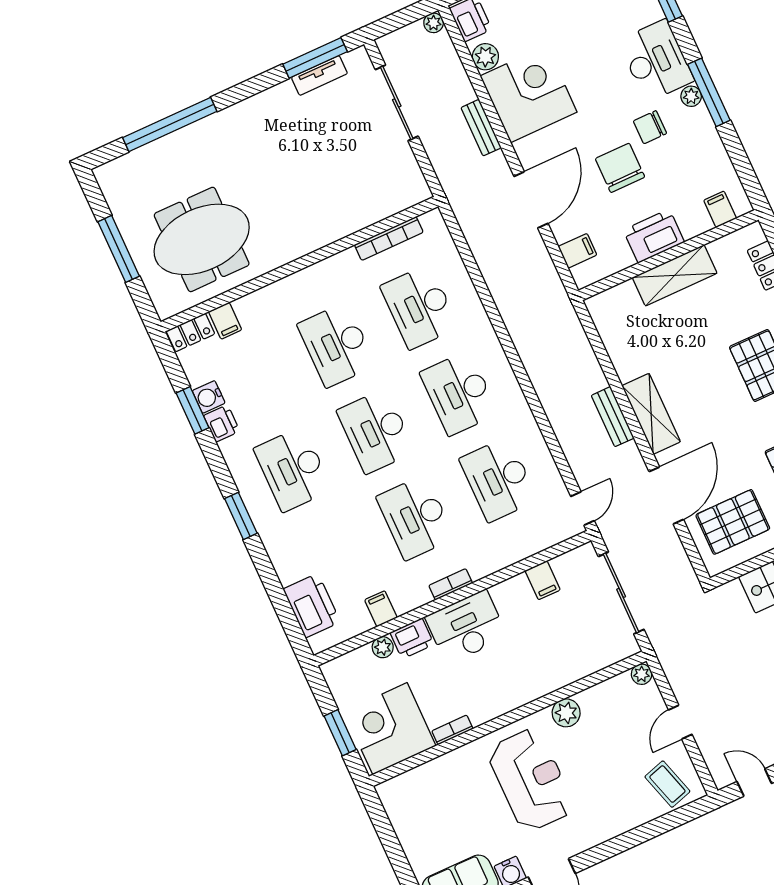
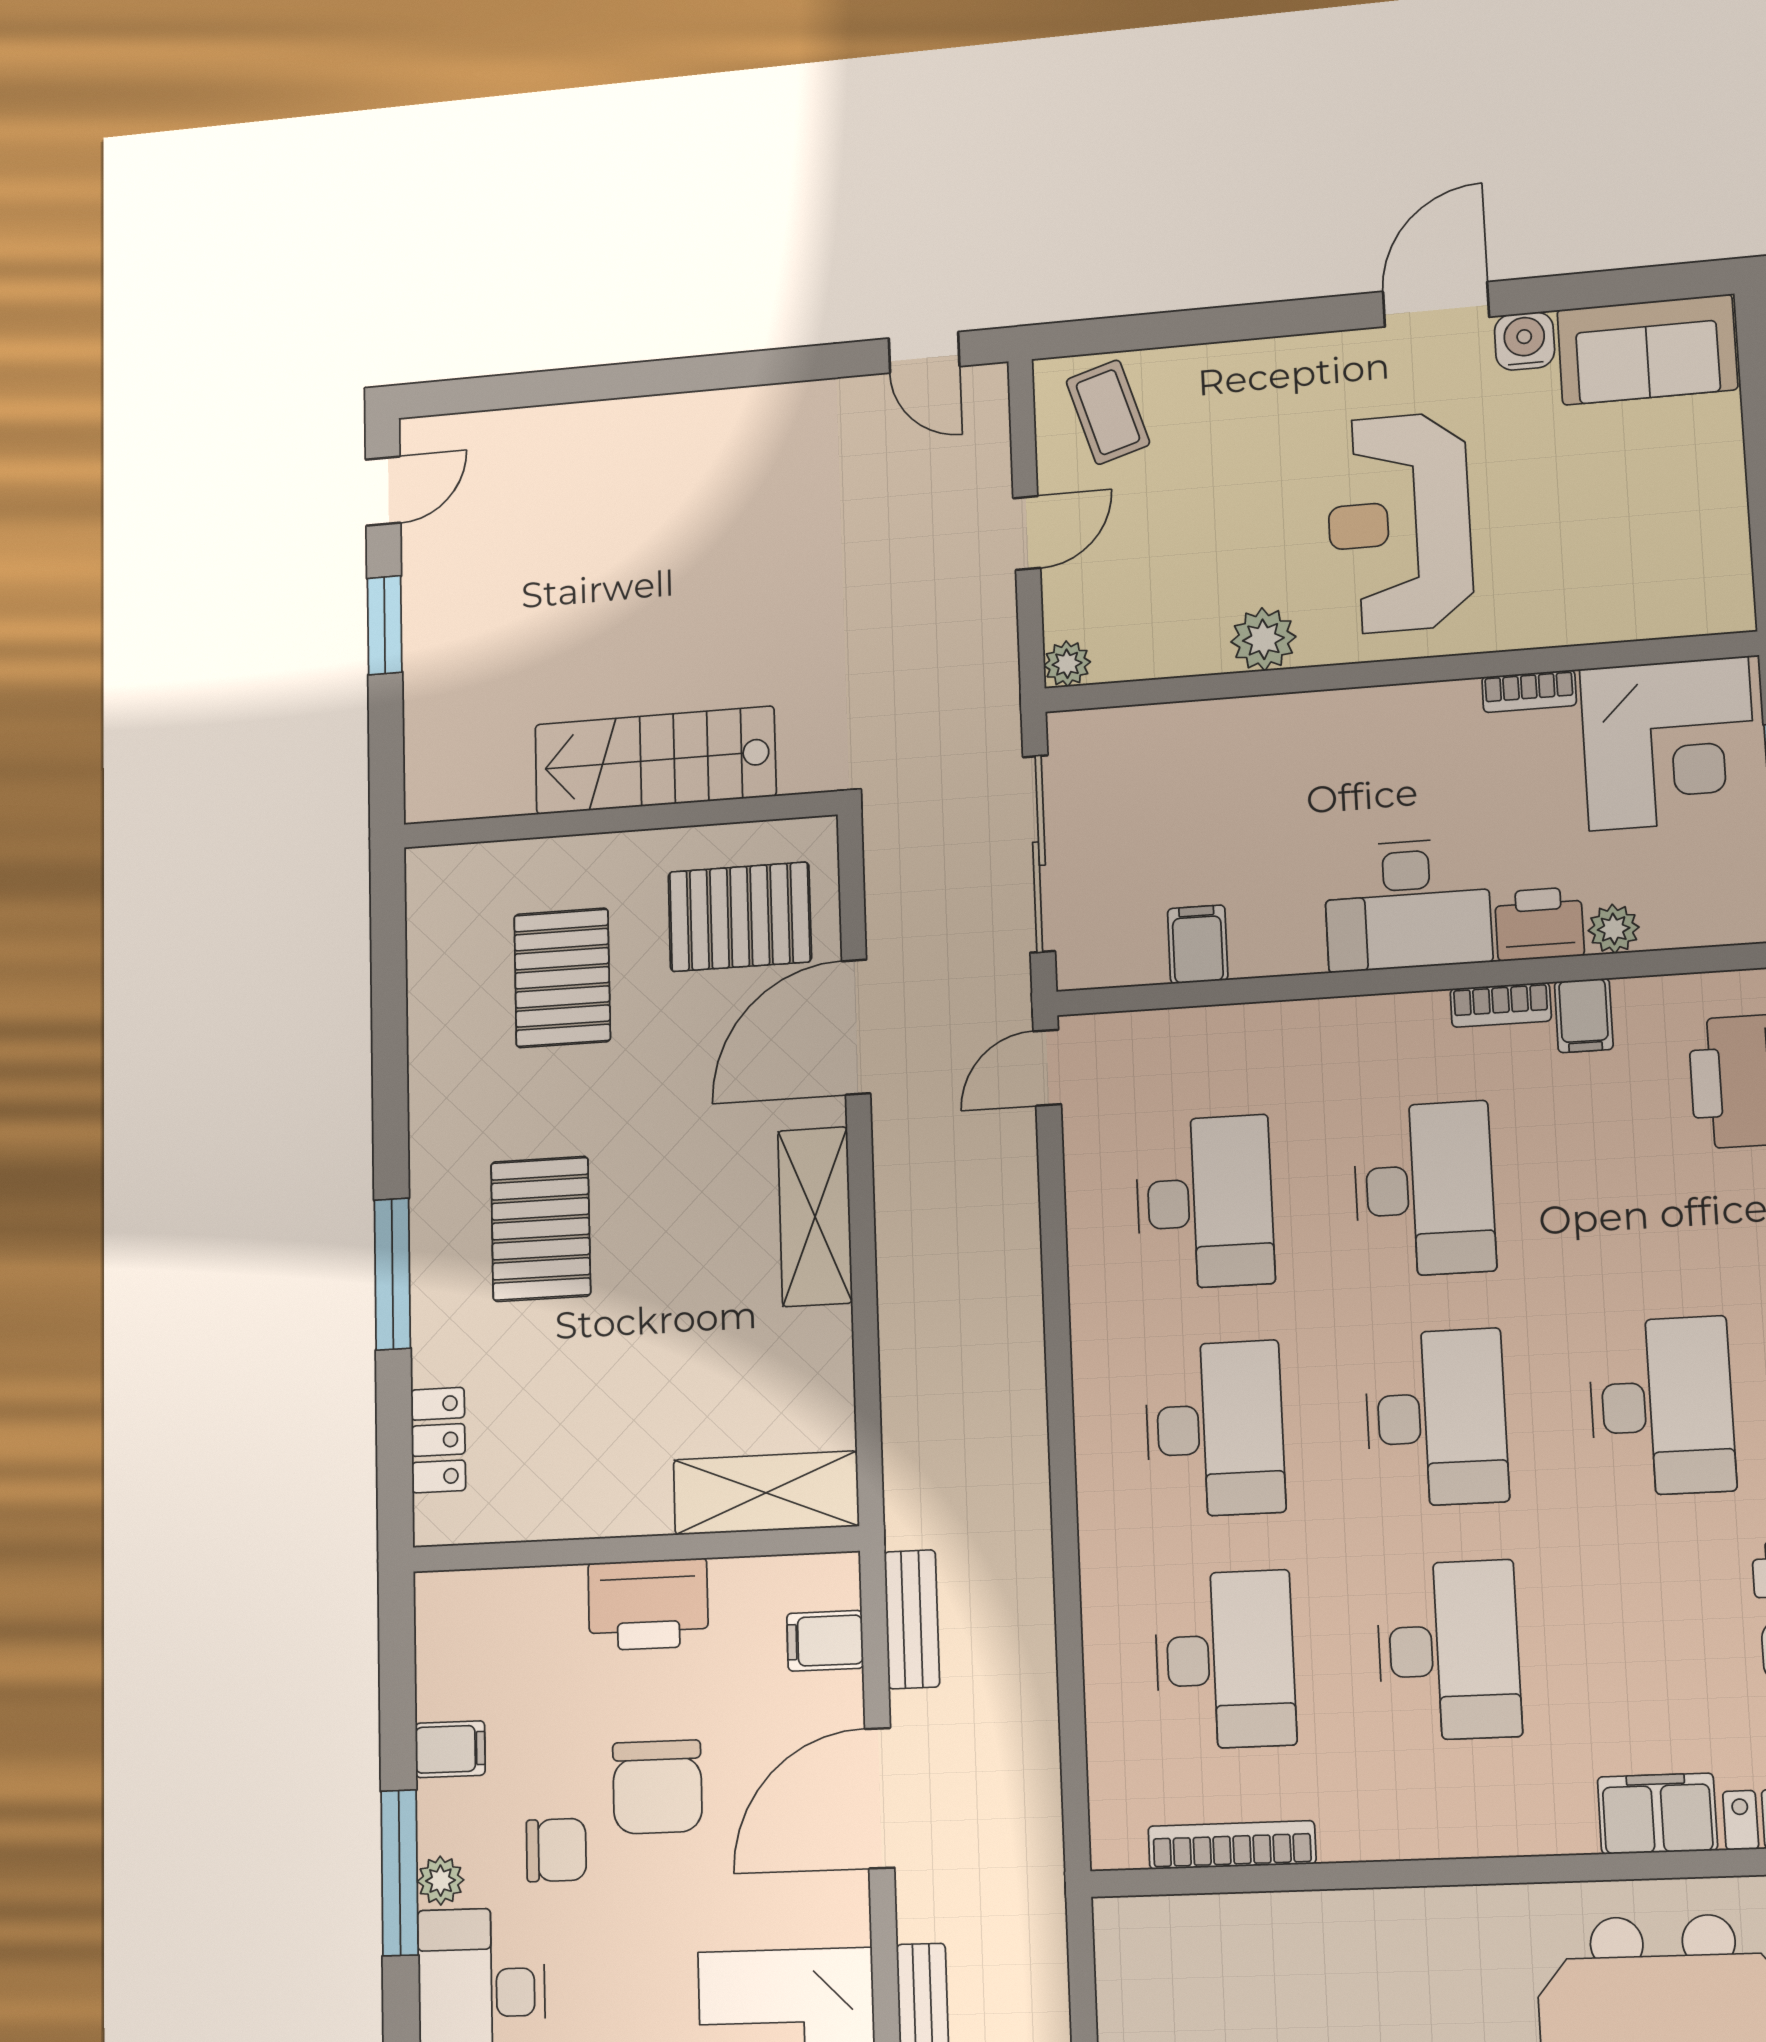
filing cabinet: (720, 209) -> (450, 1749), moved, turned -90
shelving: (675, 275) -> (766, 1493), moved
filing cabinet: (225, 321) -> (1657, 1814), width x2.00
bench: (613, 417) -> (912, 1619), moved
bookcase: (451, 584) -> (1501, 1005), moved

